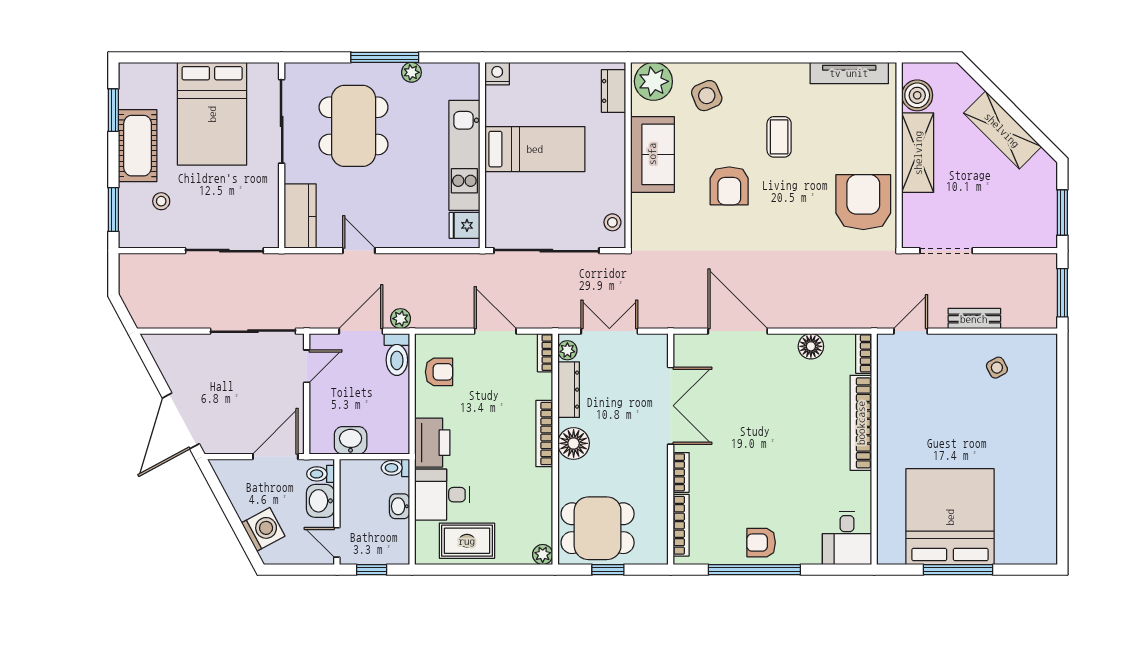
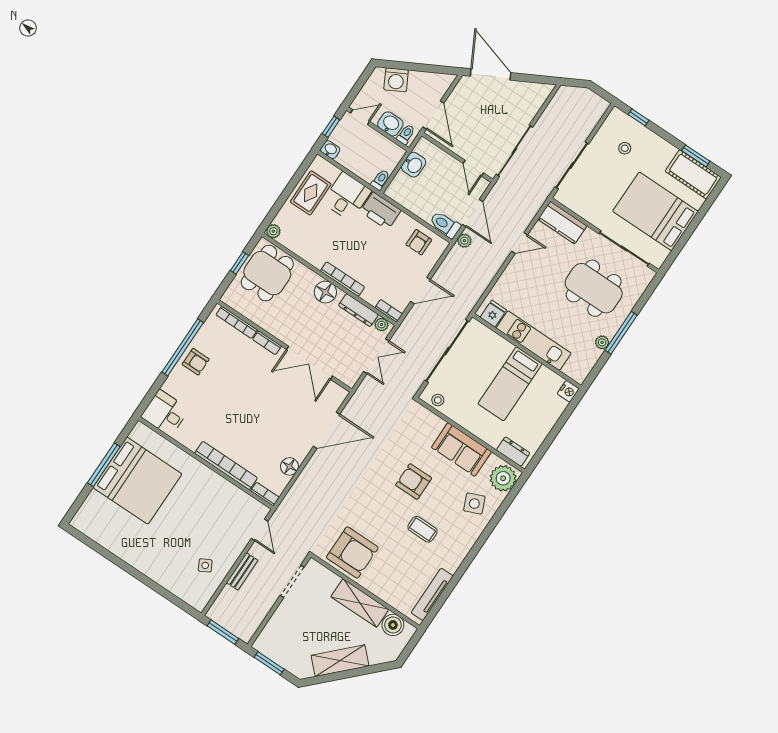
cot: (138, 146) -> (693, 174), moved
window: (113, 209) -> (639, 117), width x0.67
washbasin: (400, 506) -> (330, 150), moved
armchair: (761, 543) -> (196, 362), turned 90

